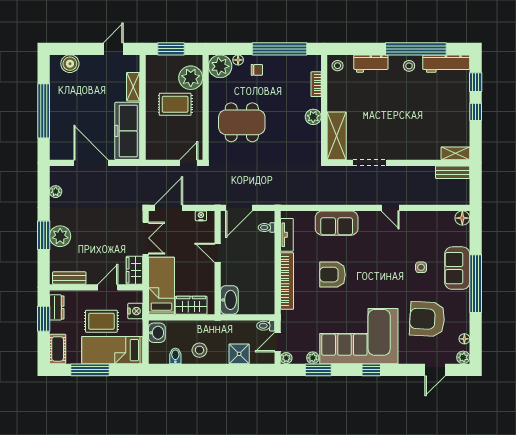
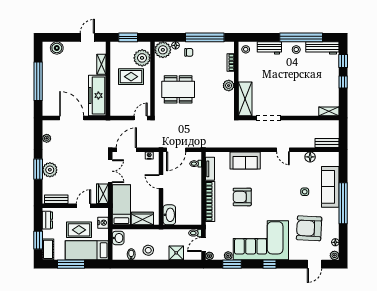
bench: (453, 172) -> (327, 143), moved
floor lamp: (462, 218) -> (310, 157), moved
sofa: (457, 268) -> (330, 187), width x1.36
window: (44, 319) -> (38, 240), moved

